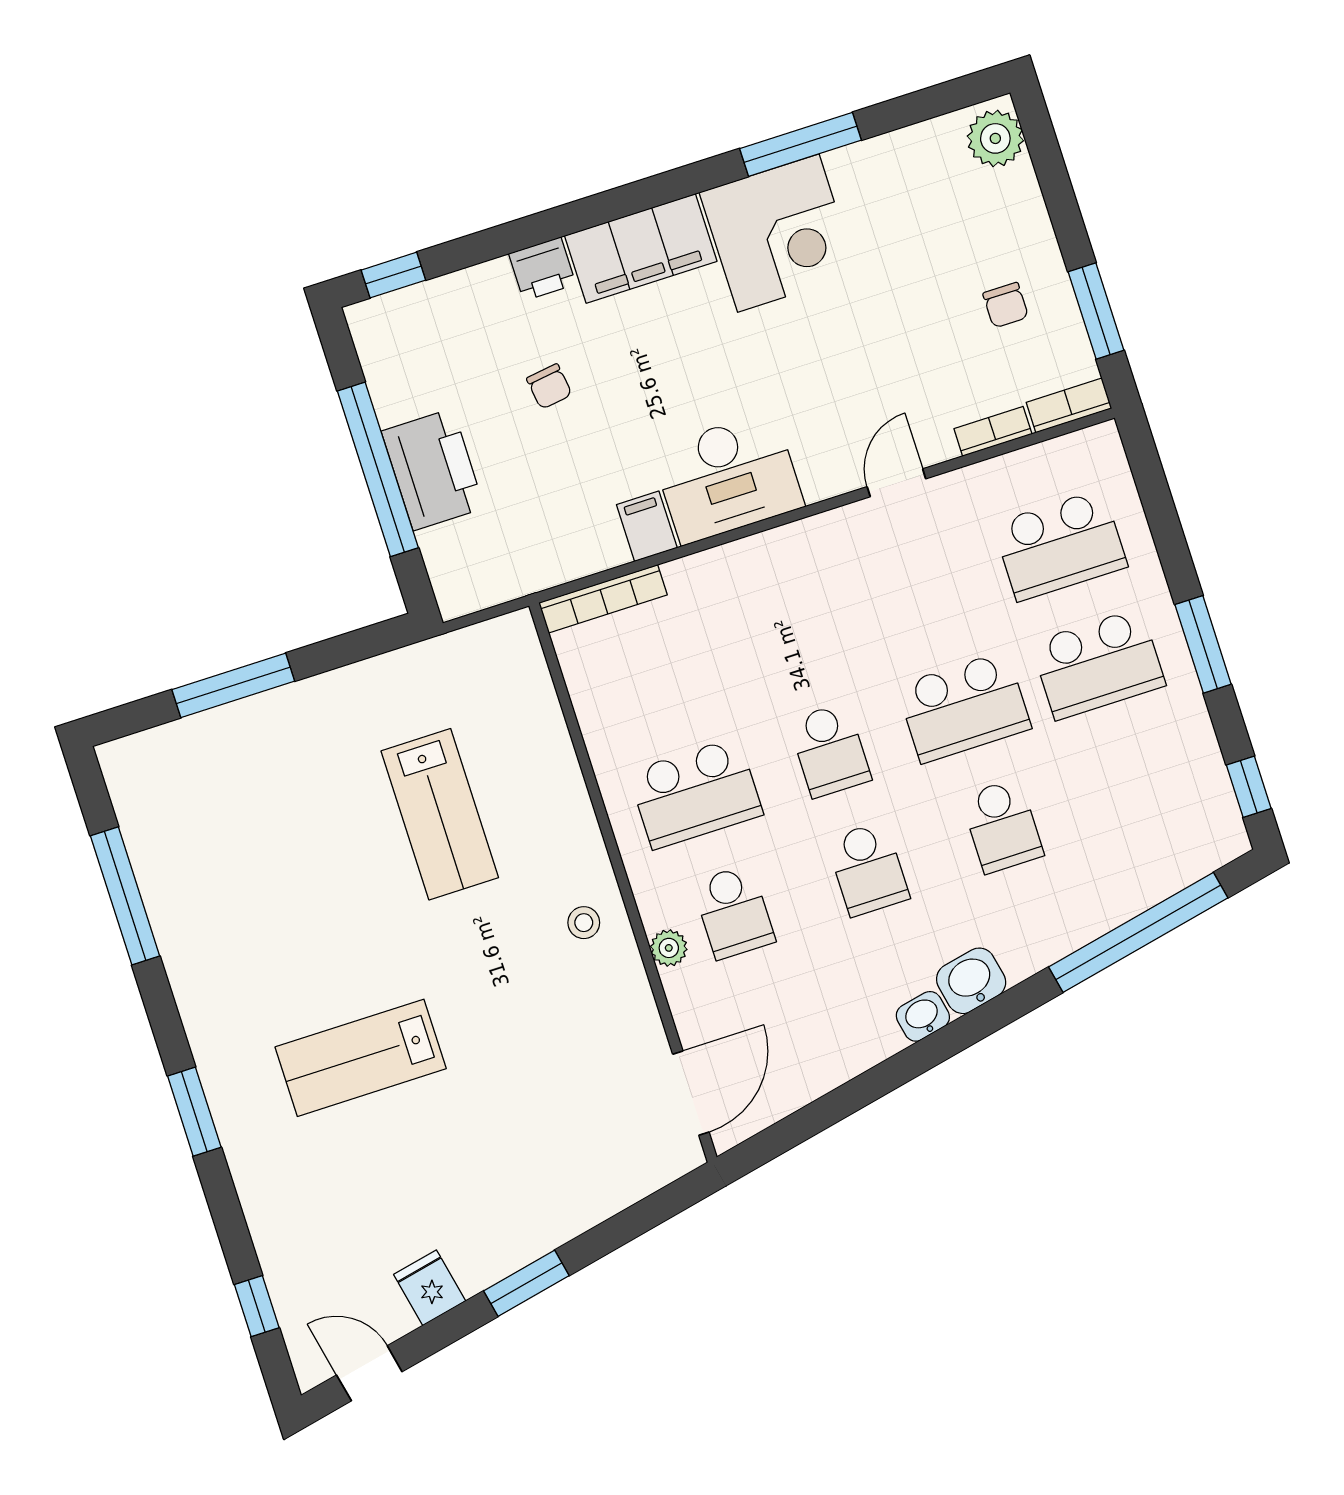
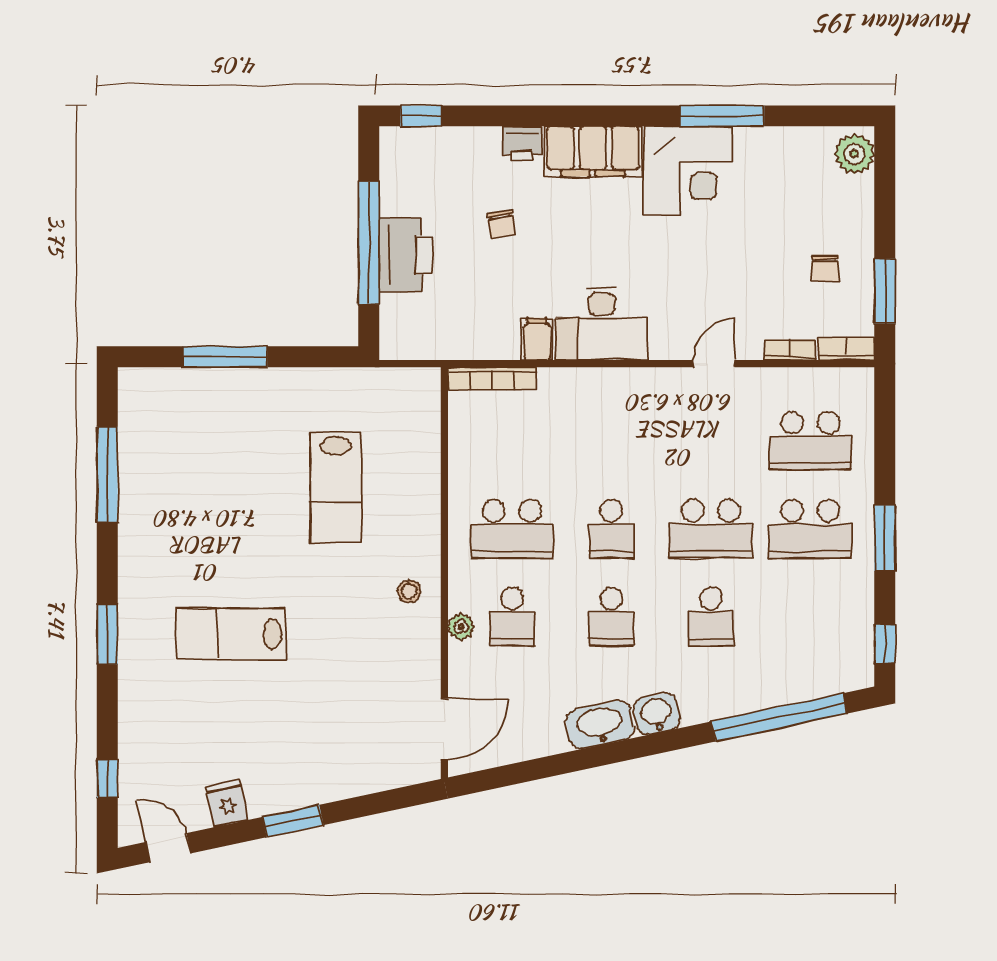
washbasin: (923, 1016) -> (600, 725), width x1.91, depth x1.45

